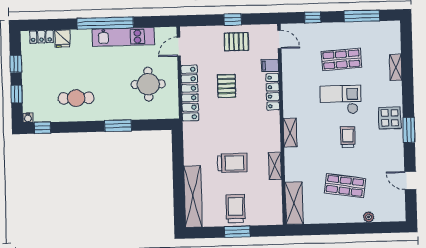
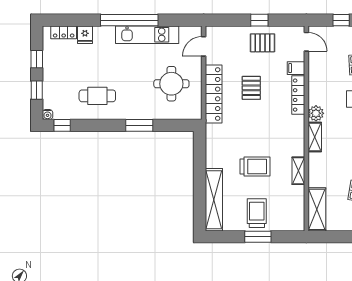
plant: (291, 109) -> (316, 113), added

